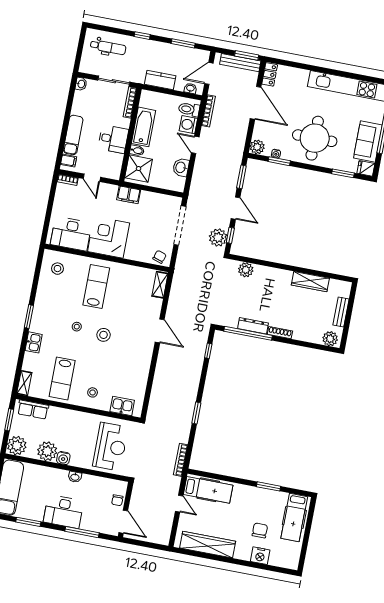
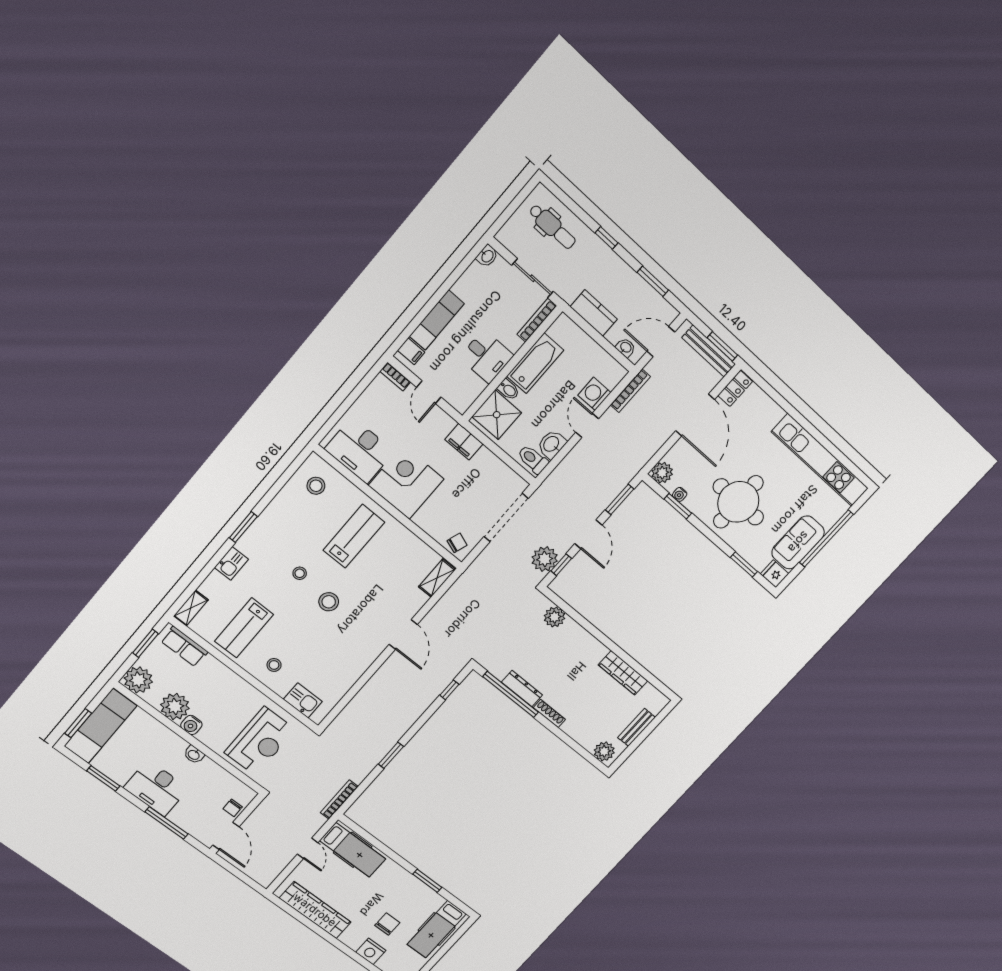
toilet: (189, 109) -> (533, 459), moved

